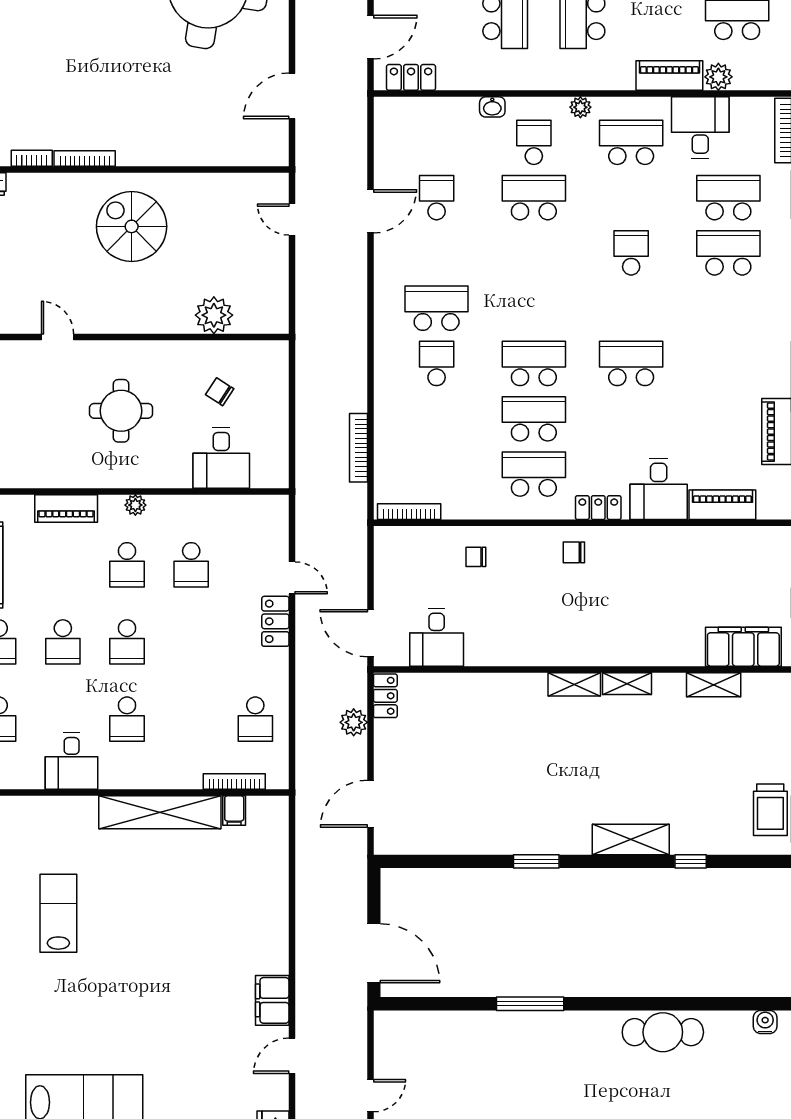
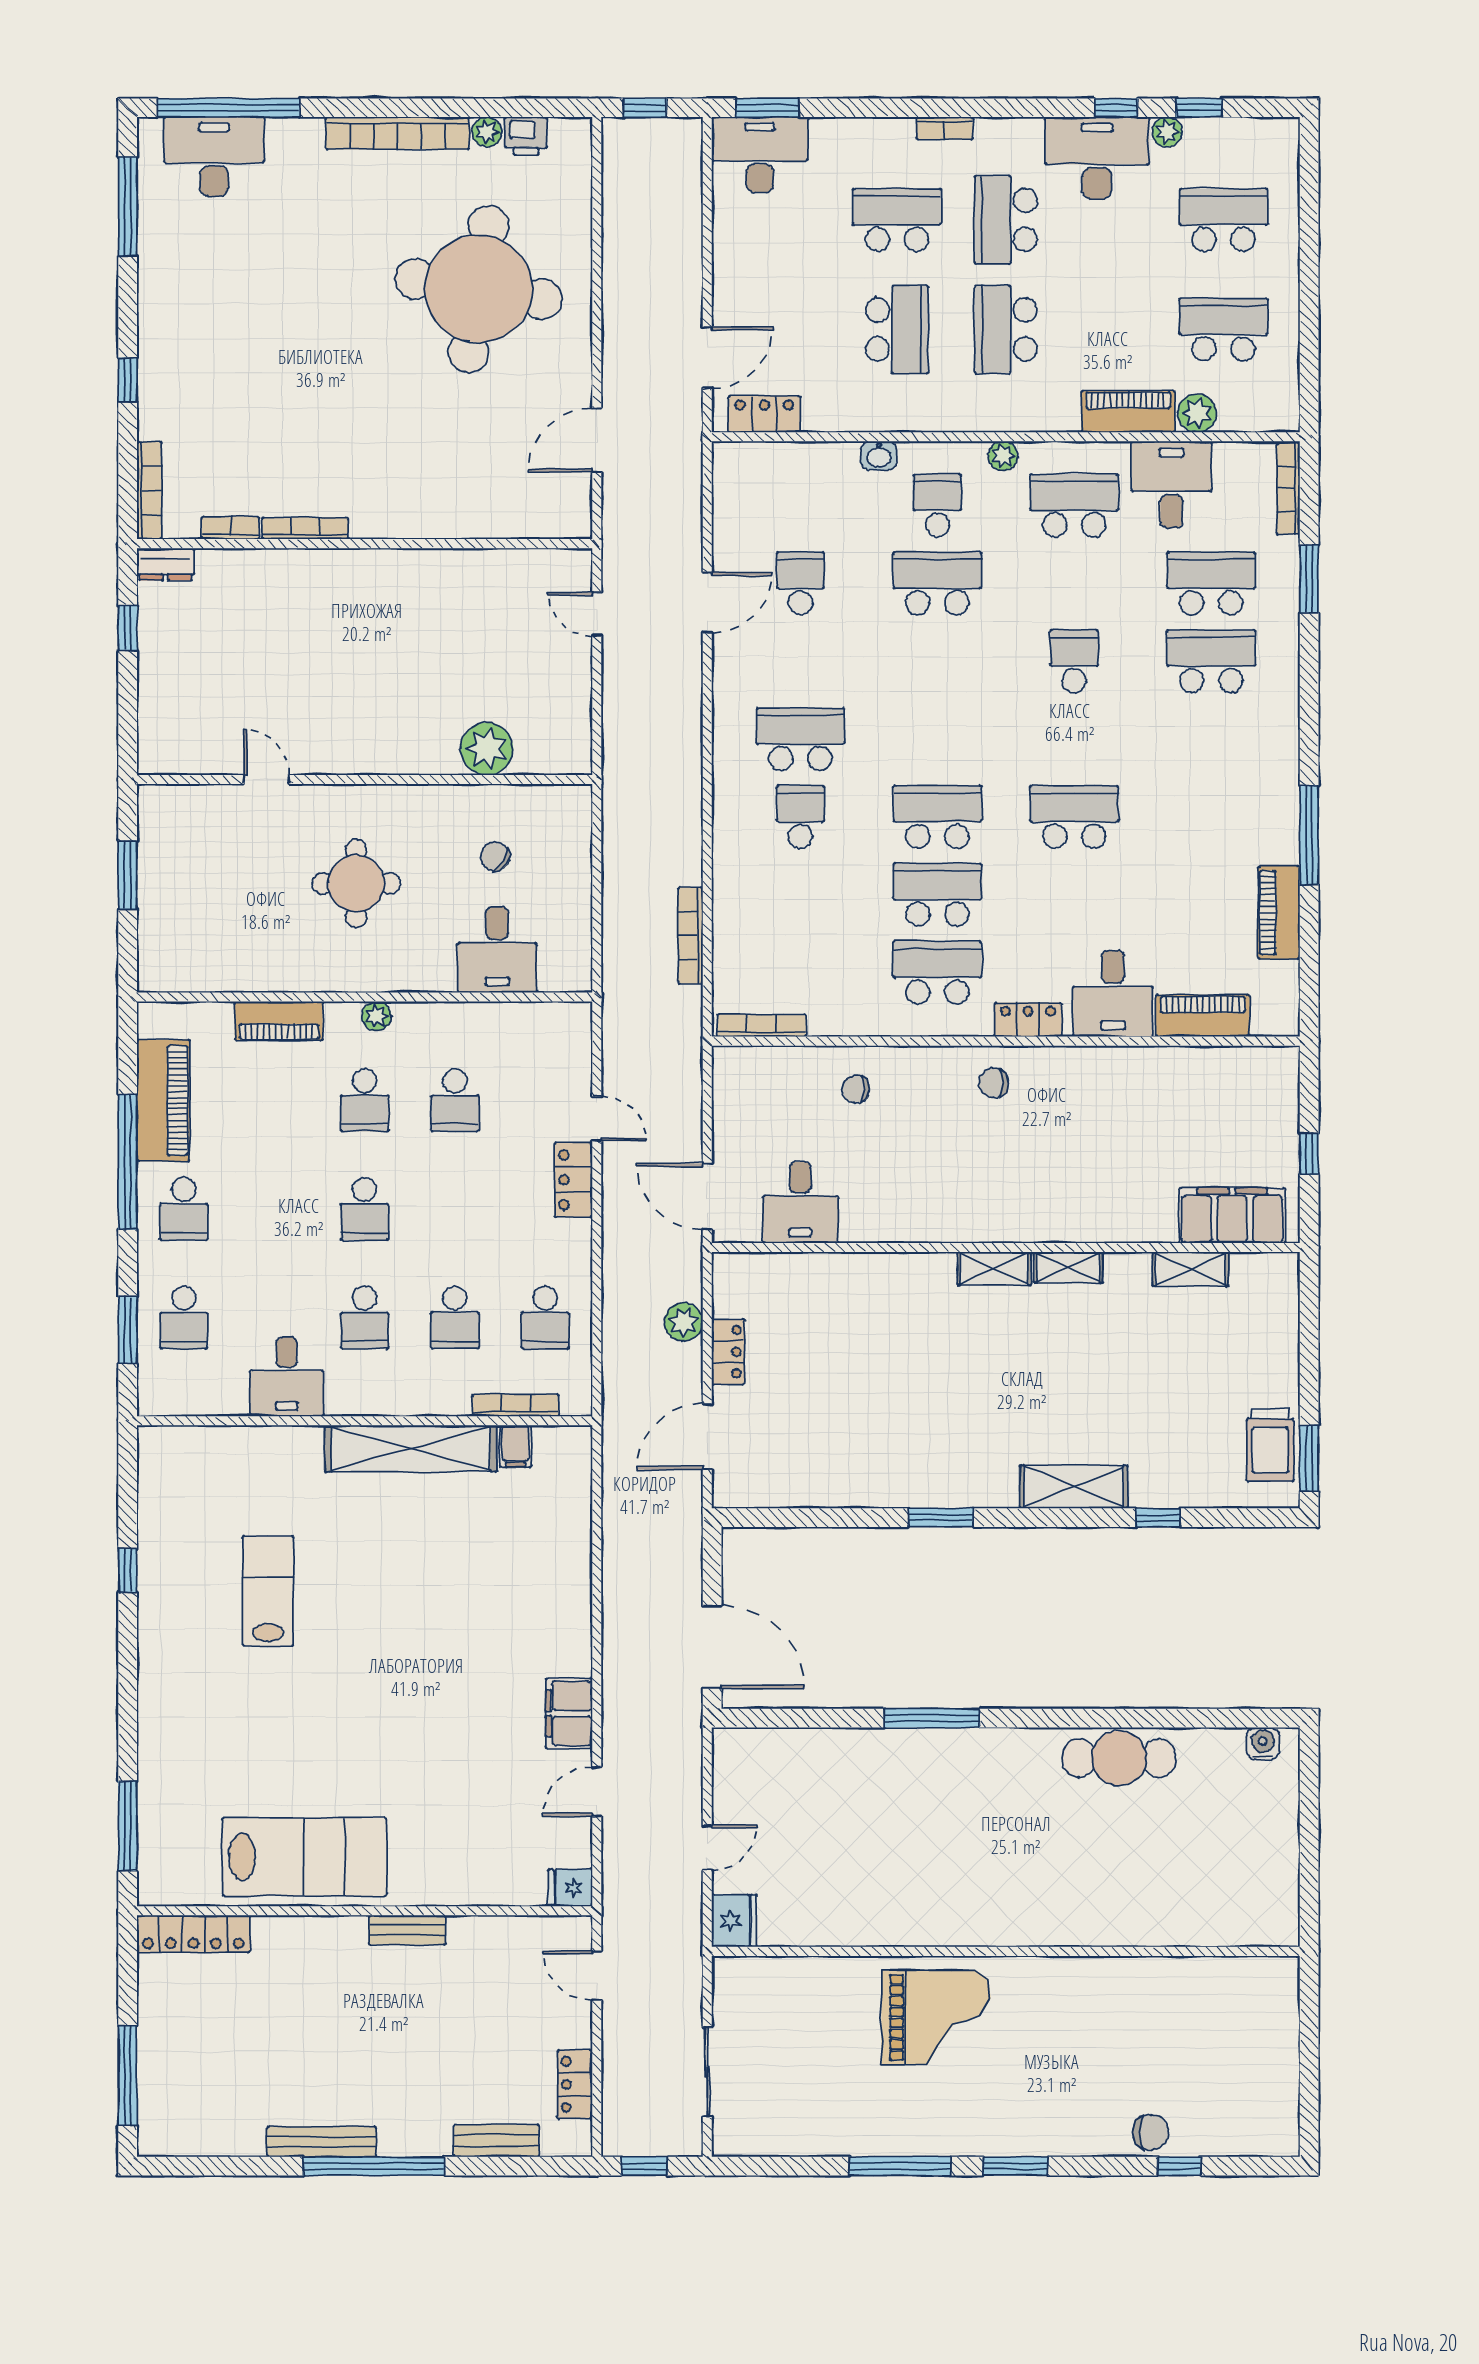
spiral stairs: (132, 226) -> (371, 624), removed
school desk: (63, 642) -> (455, 1317), moved
locker: (385, 696) -> (728, 1352), moved

